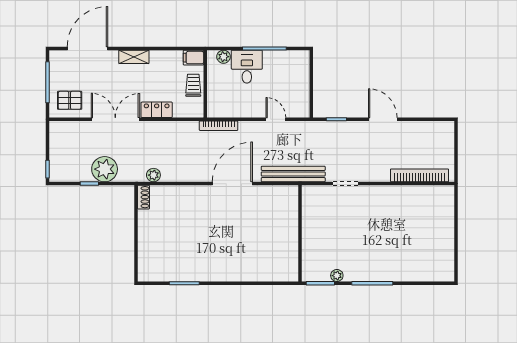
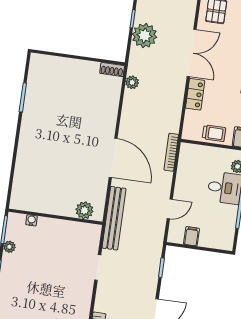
filing cabinet: (300, 93) -> (192, 236), added
plant: (289, 205) -> (84, 210), added
water cooler: (307, 257) -> (32, 220), added

